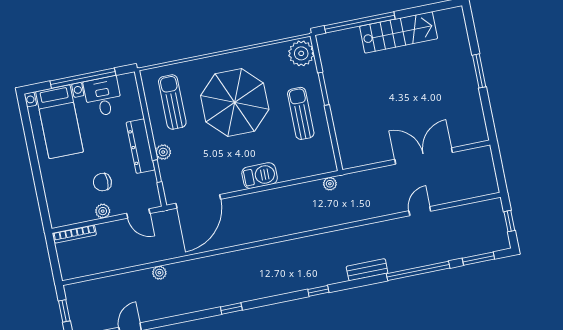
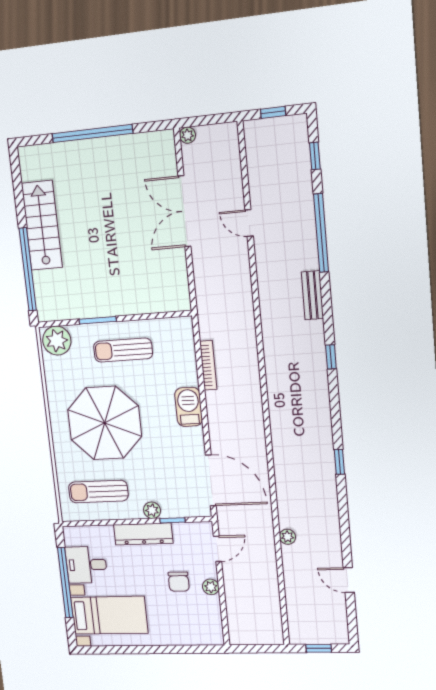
window: (479, 71) -> (92, 134), width x2.11
plant: (330, 184) -> (187, 135), moved
bookcase: (75, 234) -> (208, 365), moved
window: (478, 259) -> (315, 156), width x0.67

